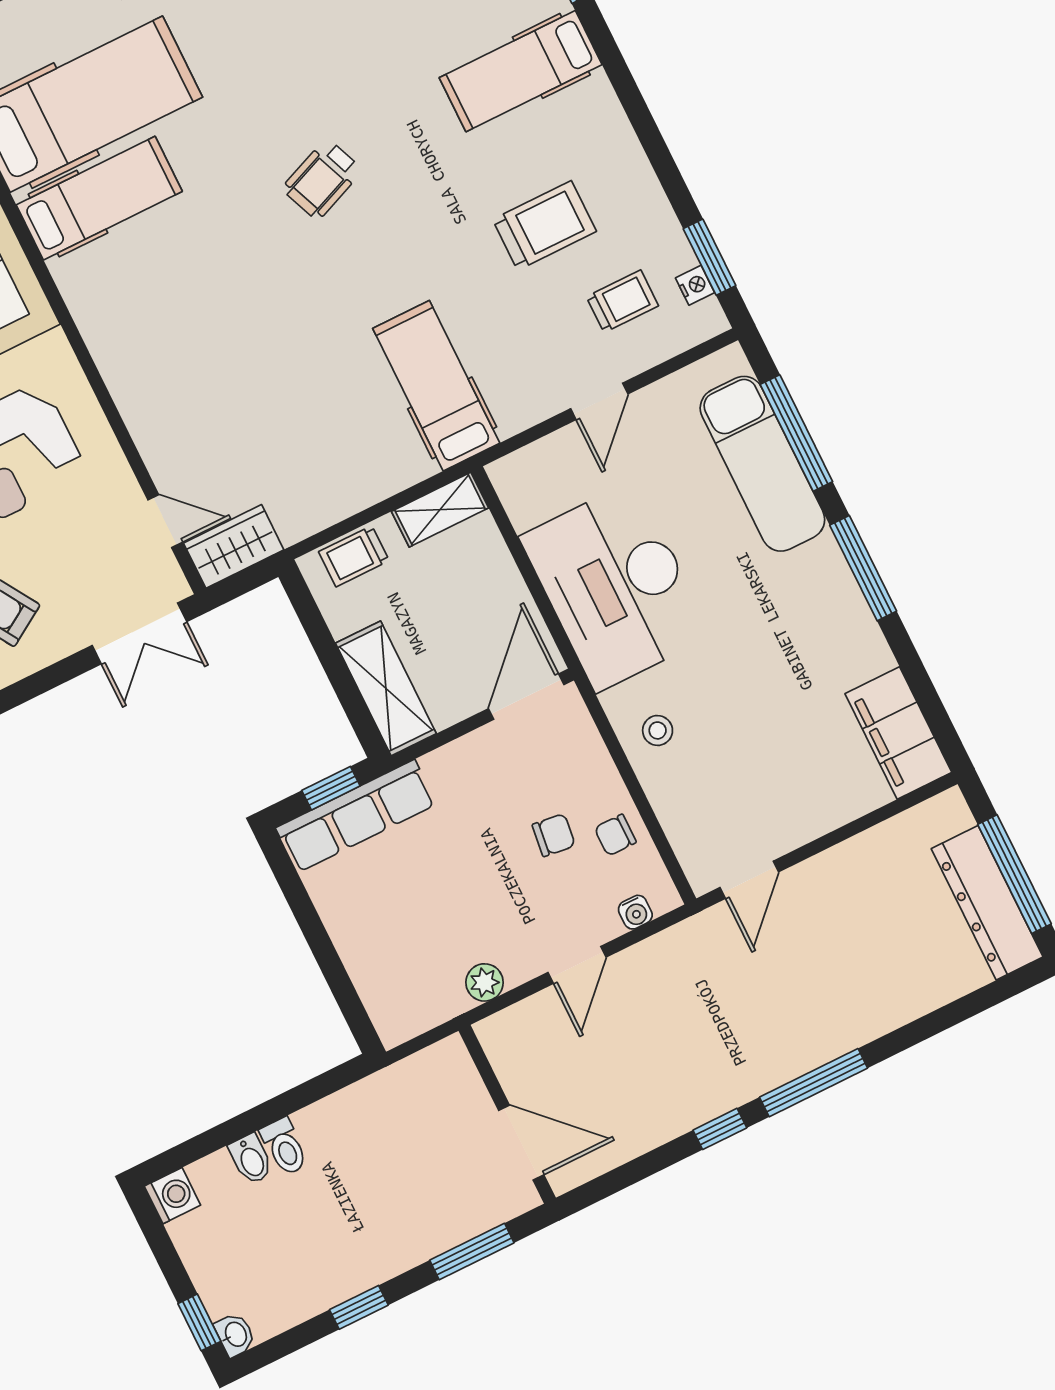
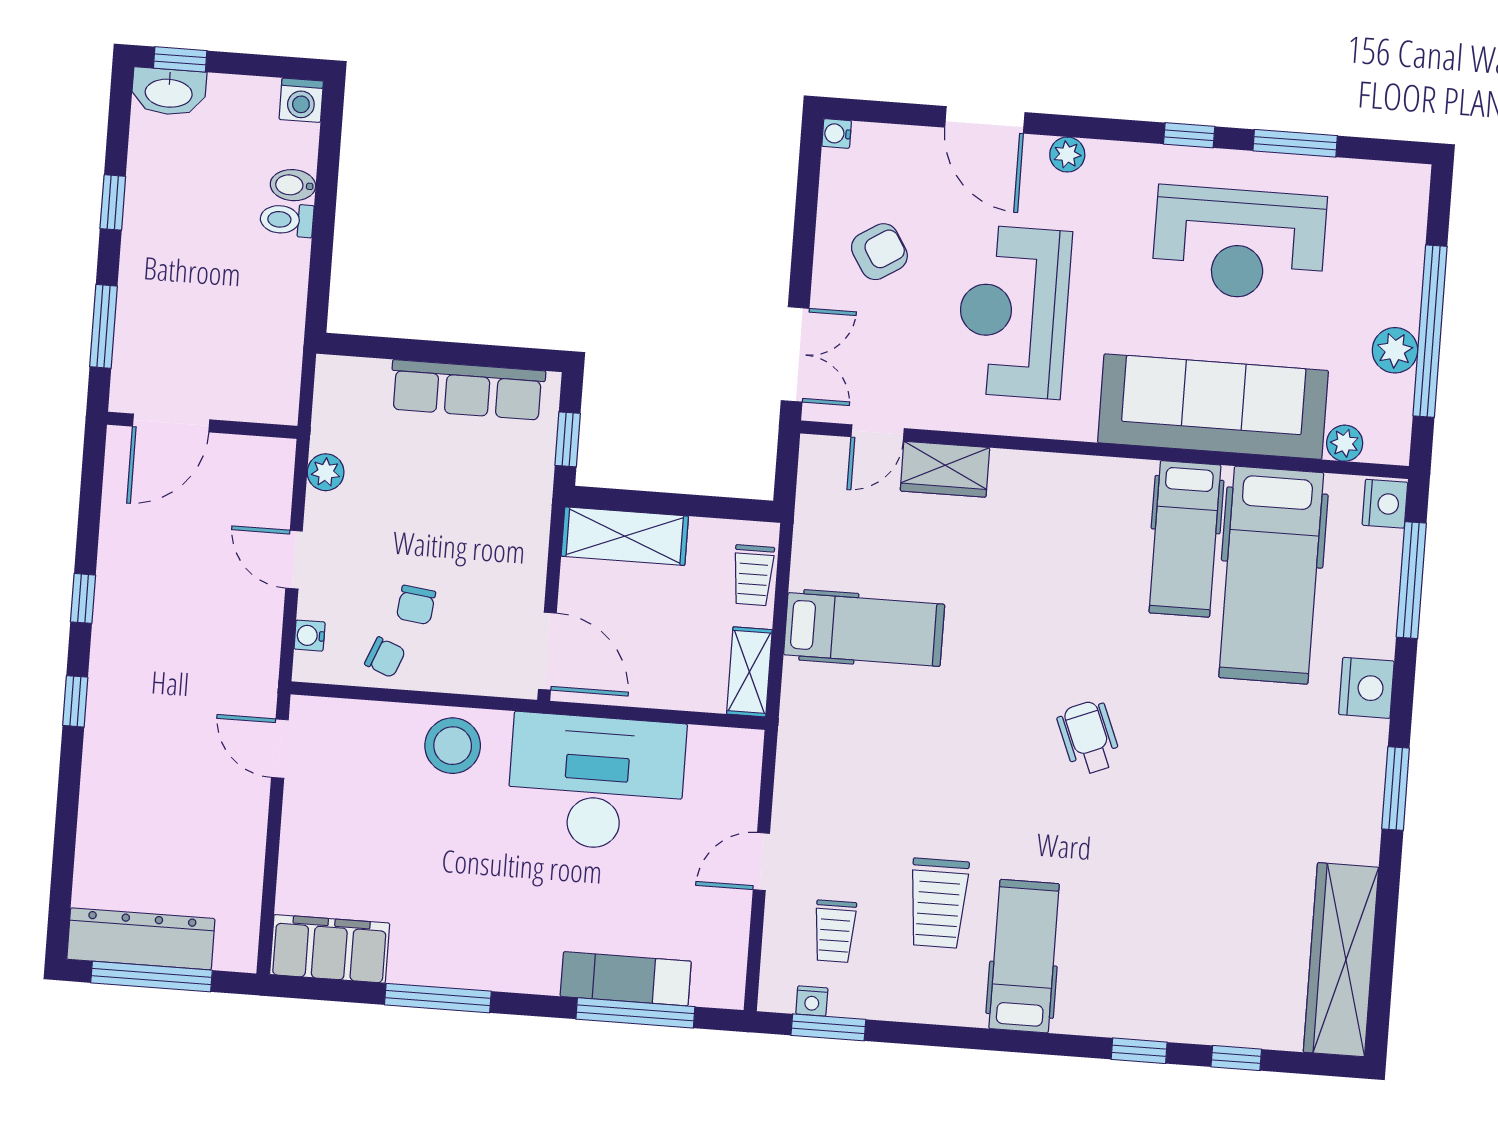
hospital bed: (521, 71) -> (1024, 956), moved
hospital bed: (436, 386) -> (864, 629), moved
door: (599, 401) -> (761, 861), hinge flipped
exam couch: (762, 464) -> (626, 979), width x0.73, depth x0.69
wardrobe: (234, 546) -> (945, 469), moved, turned 90
trolley: (354, 556) -> (753, 575), turned 180
window: (863, 568) -> (438, 998), moved
double door: (139, 633) -> (795, 354), swing flipped
stool: (658, 730) -> (453, 746), width x1.89, depth x1.89
row of seats: (356, 816) -> (467, 390), moved, turned -90
chair: (615, 835) -> (385, 657), turned 112
window: (814, 1083) -> (75, 701), width x0.46
washbasin: (235, 1335) -> (169, 92), width x1.91, depth x1.45

